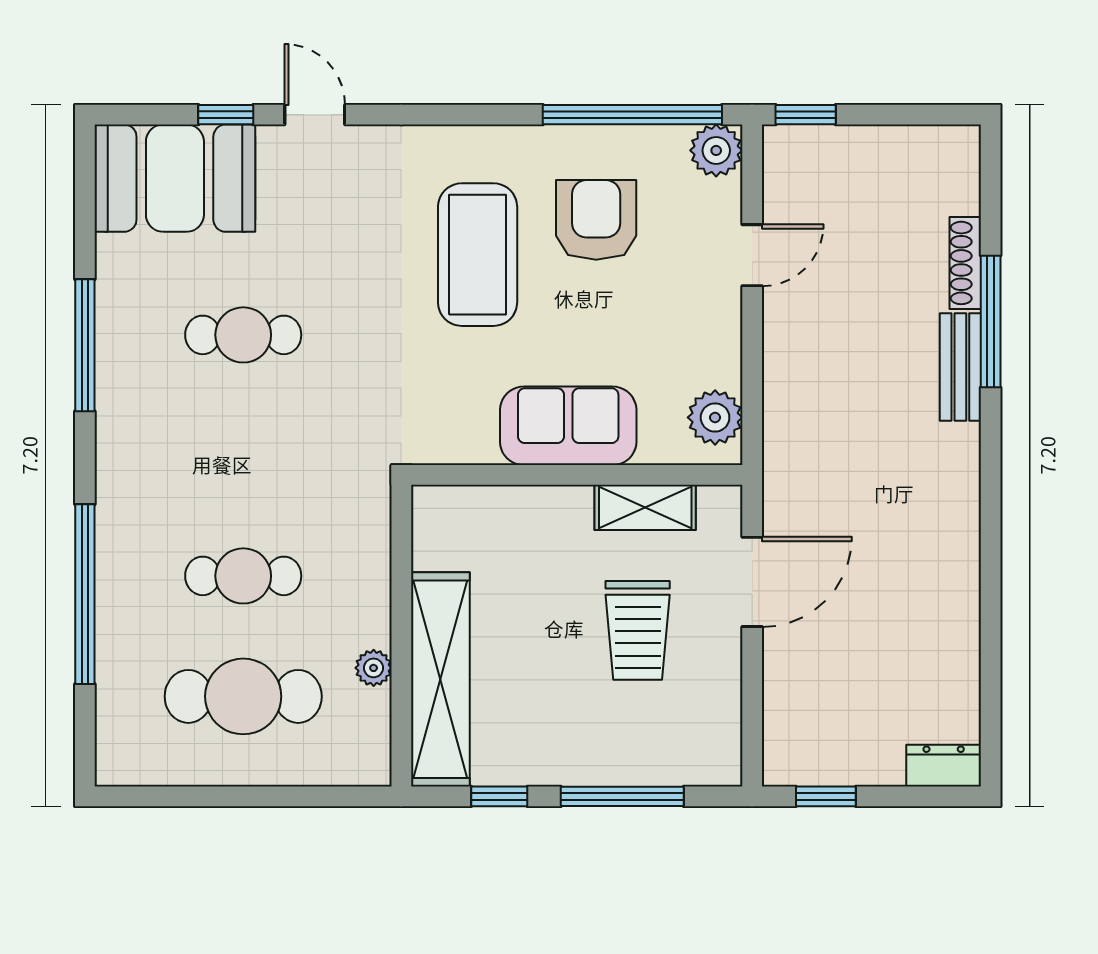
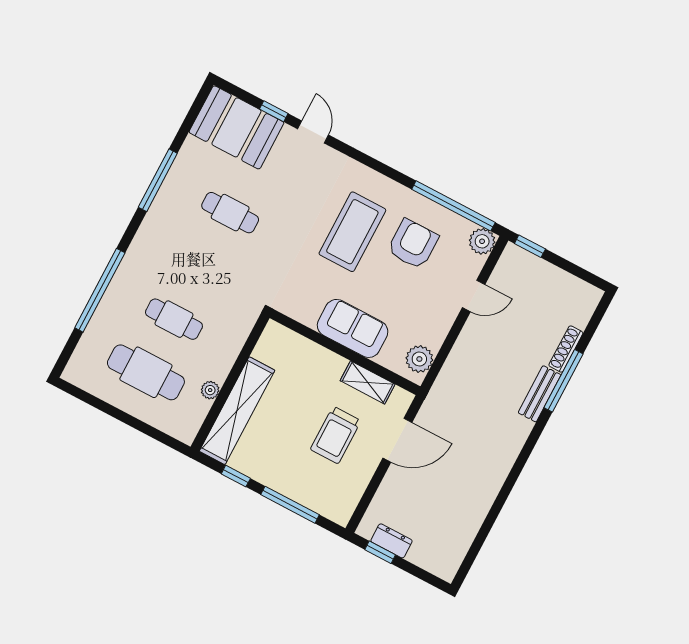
dresser: (944, 766) -> (391, 541), moved

